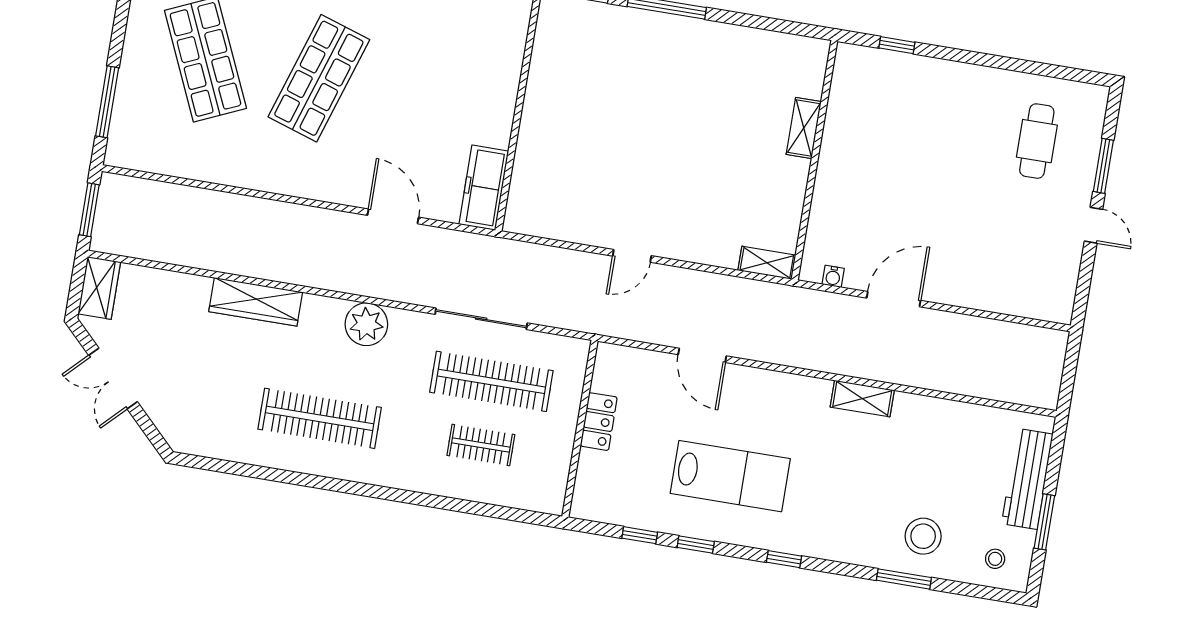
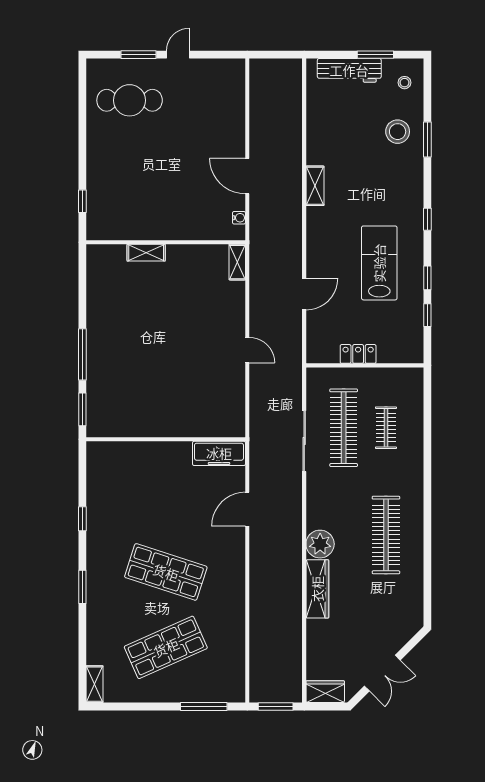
cafe table: (1037, 141) -> (130, 100), width x1.37, depth x1.35
plant: (366, 324) -> (320, 544), moved

